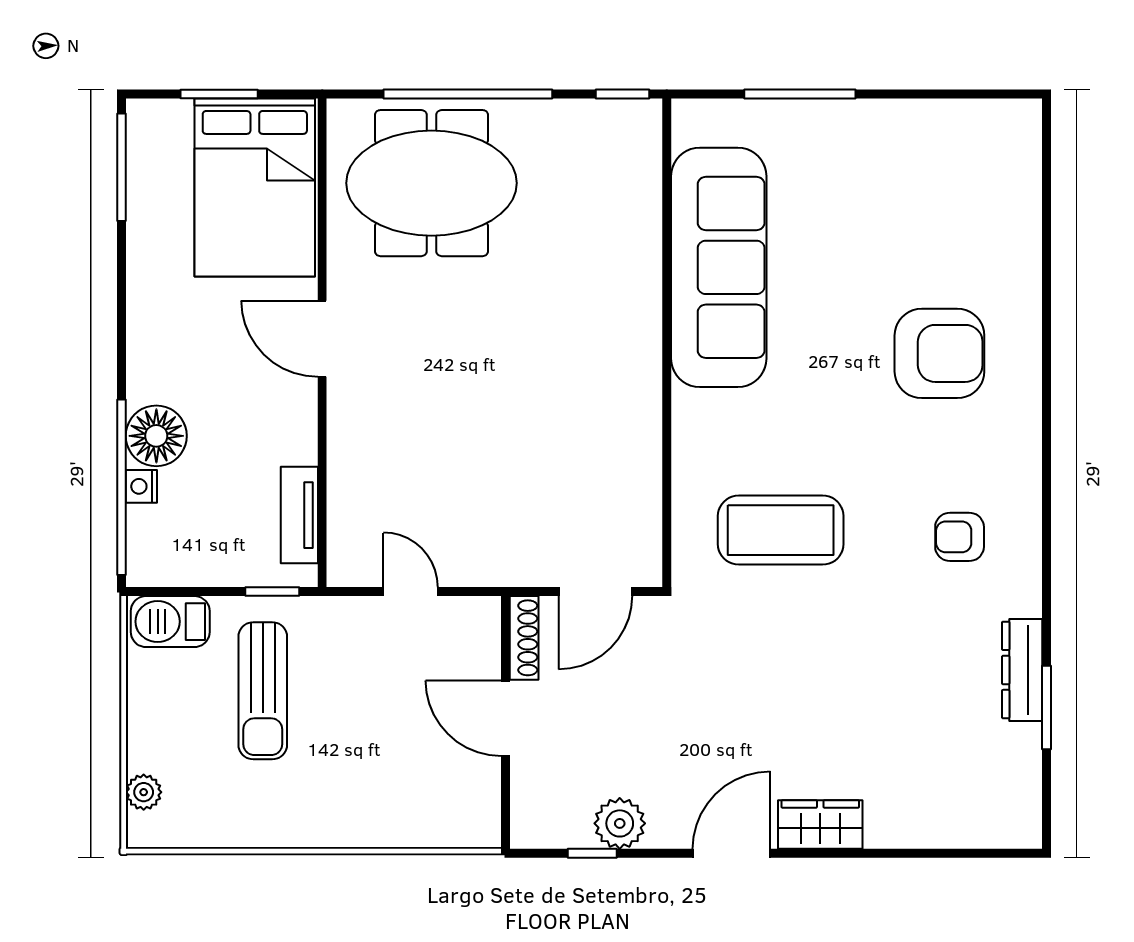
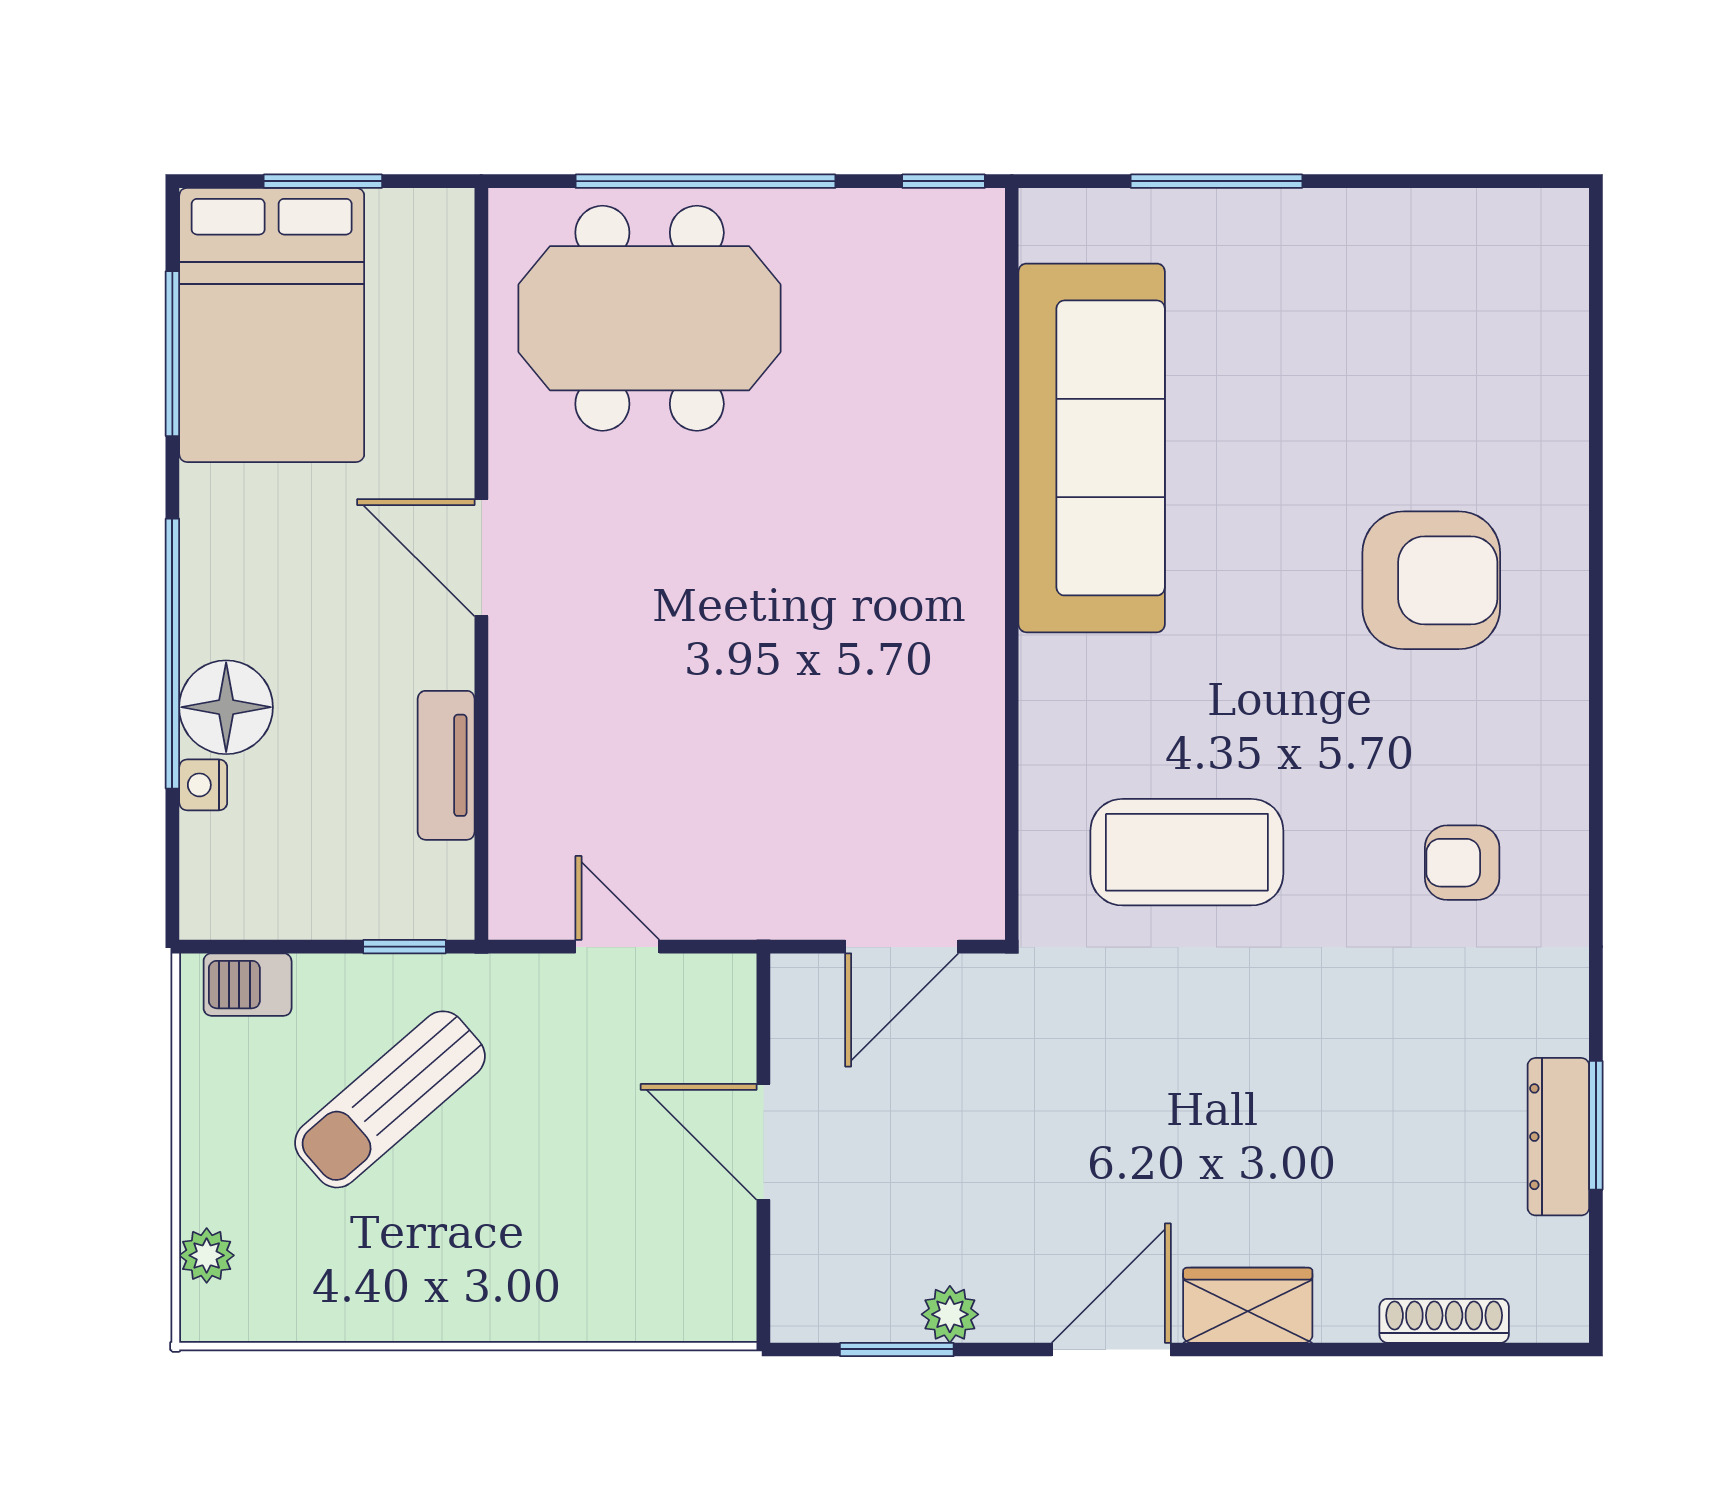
window: (121, 167) -> (172, 354), moved
bed: (255, 187) -> (272, 325), moved
window: (121, 487) -> (172, 654), moved
tv unit: (299, 515) -> (446, 765), moved
barbecue: (170, 622) -> (248, 985), width x0.73, depth x0.79
shoe rack: (524, 638) -> (1444, 1321), moved, turned -90
dresser: (1022, 670) -> (1558, 1137), moved
sun lounger: (263, 691) -> (390, 1099), turned 49
plant: (620, 823) -> (950, 1314), width x0.73, depth x0.73
window: (592, 853) -> (897, 1349), width x1.50

